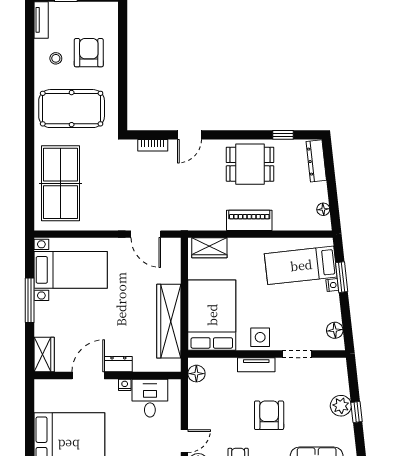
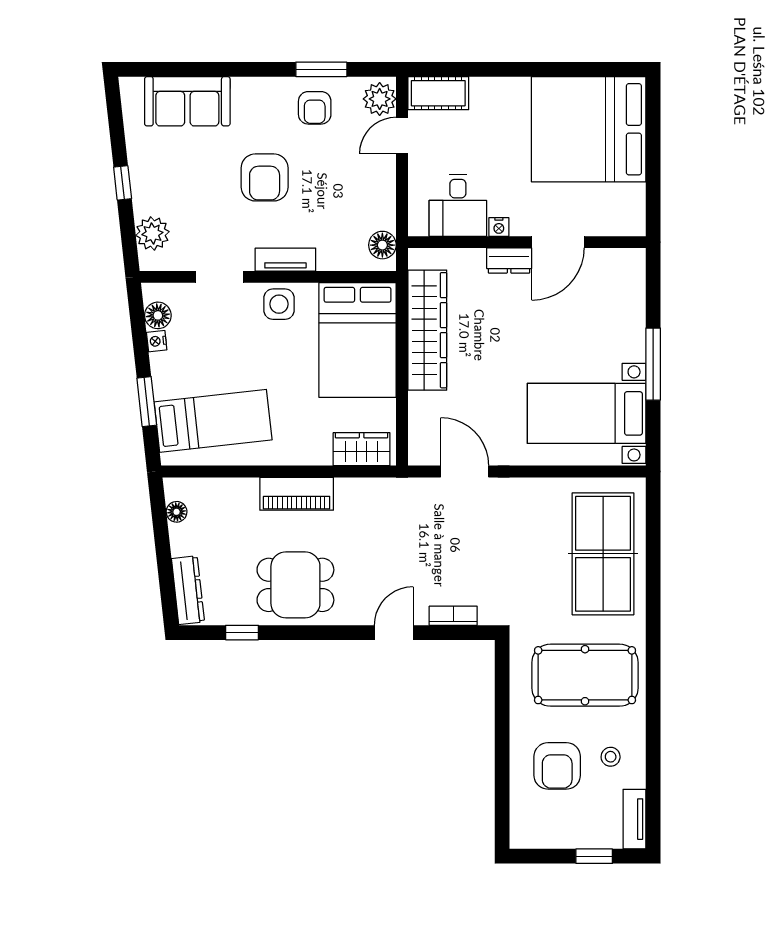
nightstand: (332, 285) -> (157, 341), moved
wardrobe: (44, 355) -> (630, 276), removed
plant: (341, 406) -> (152, 234), moved

